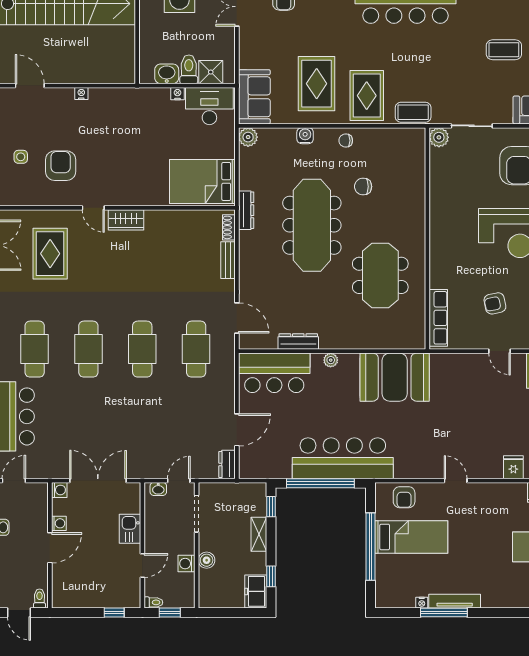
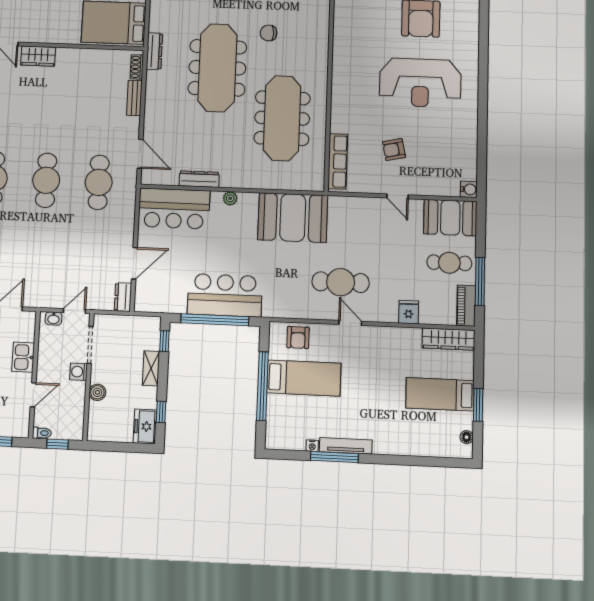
meeting table: (380, 275) -> (282, 118), width x1.36
cafe table: (445, 440) -> (341, 282), added
bar counter: (343, 458) -> (225, 295), width x0.73
washing machine: (186, 564) -> (78, 372), moved

